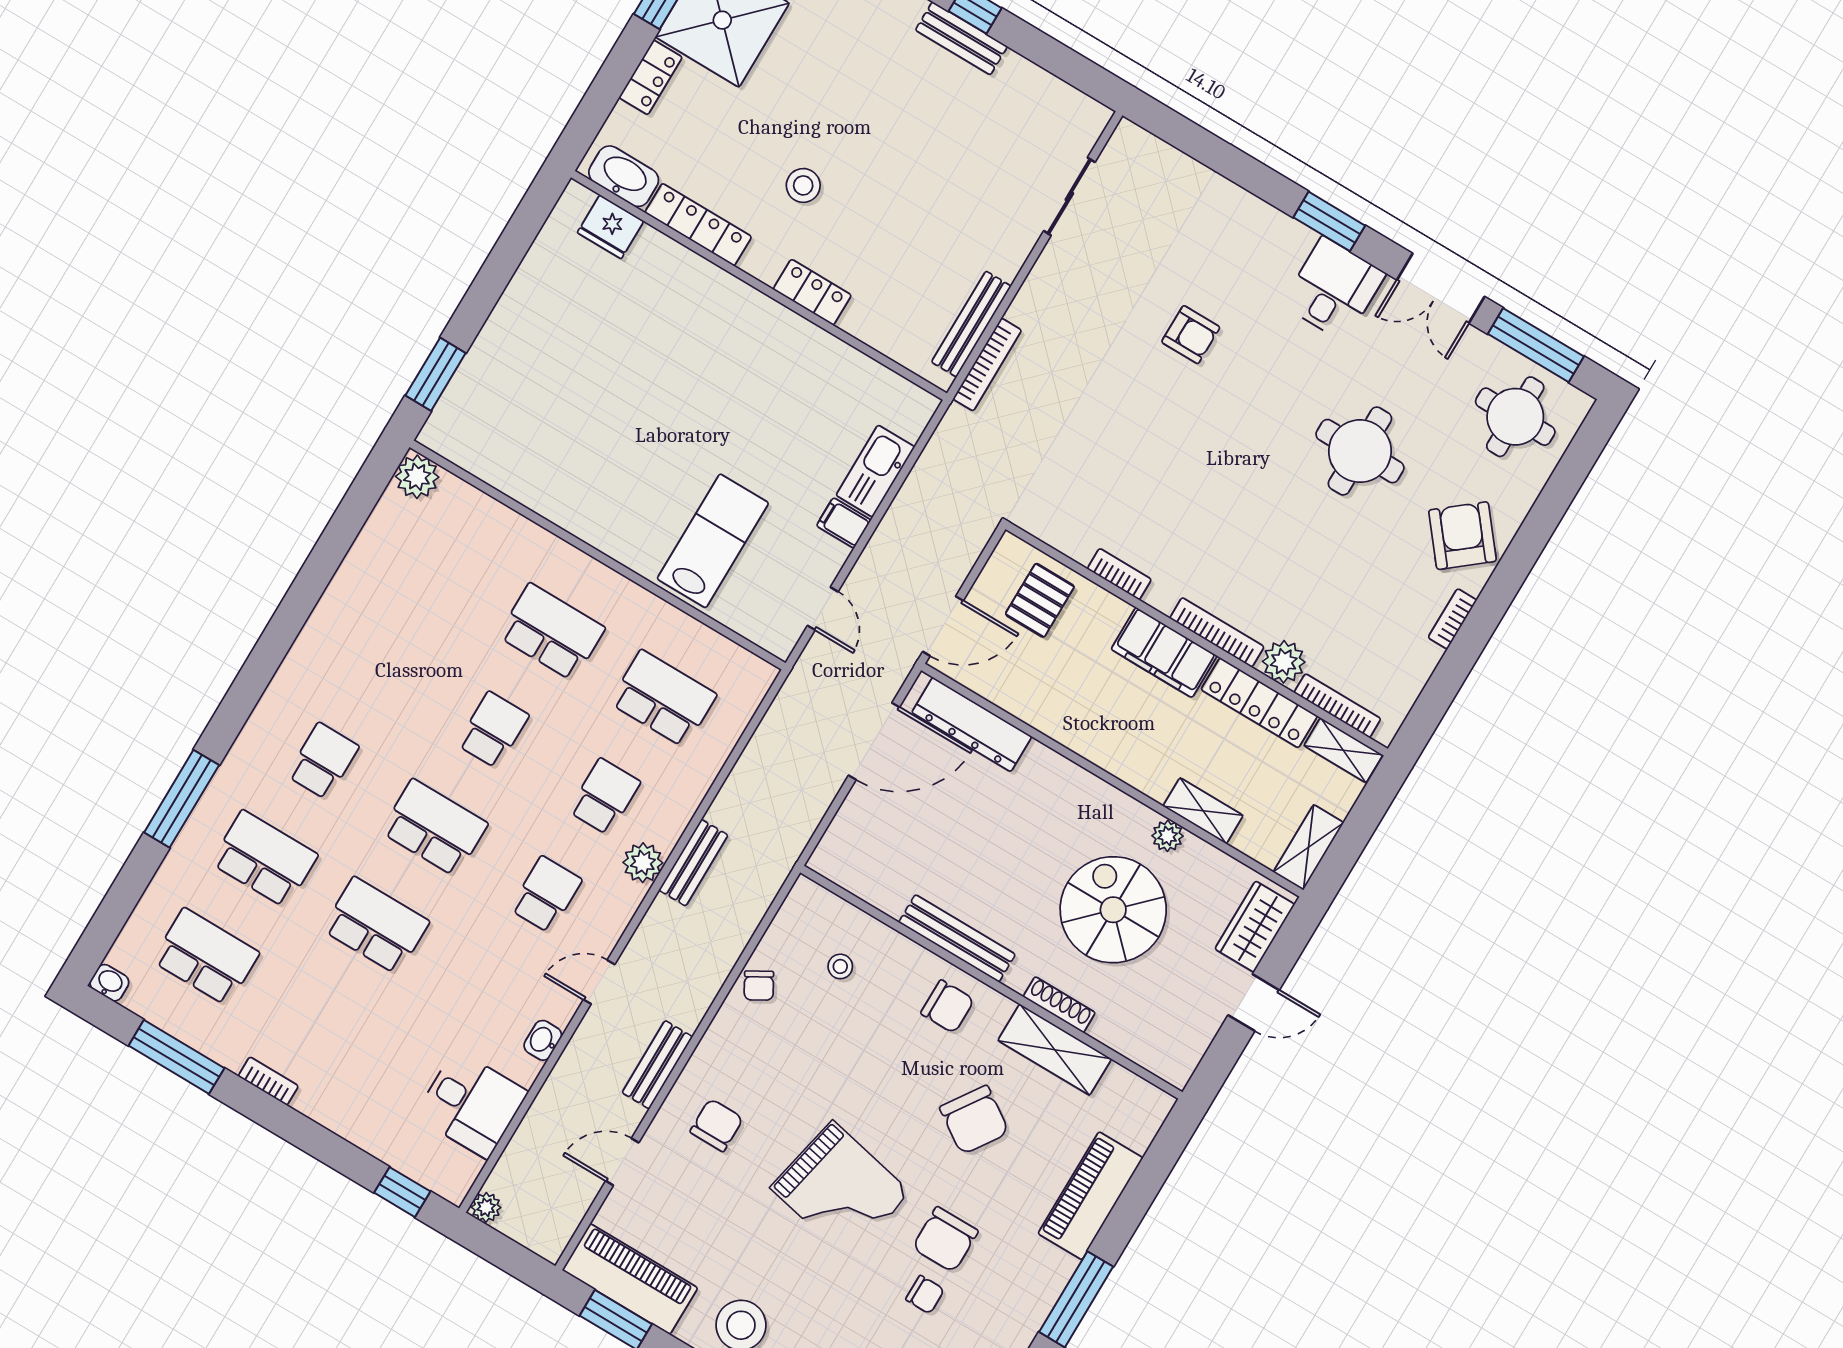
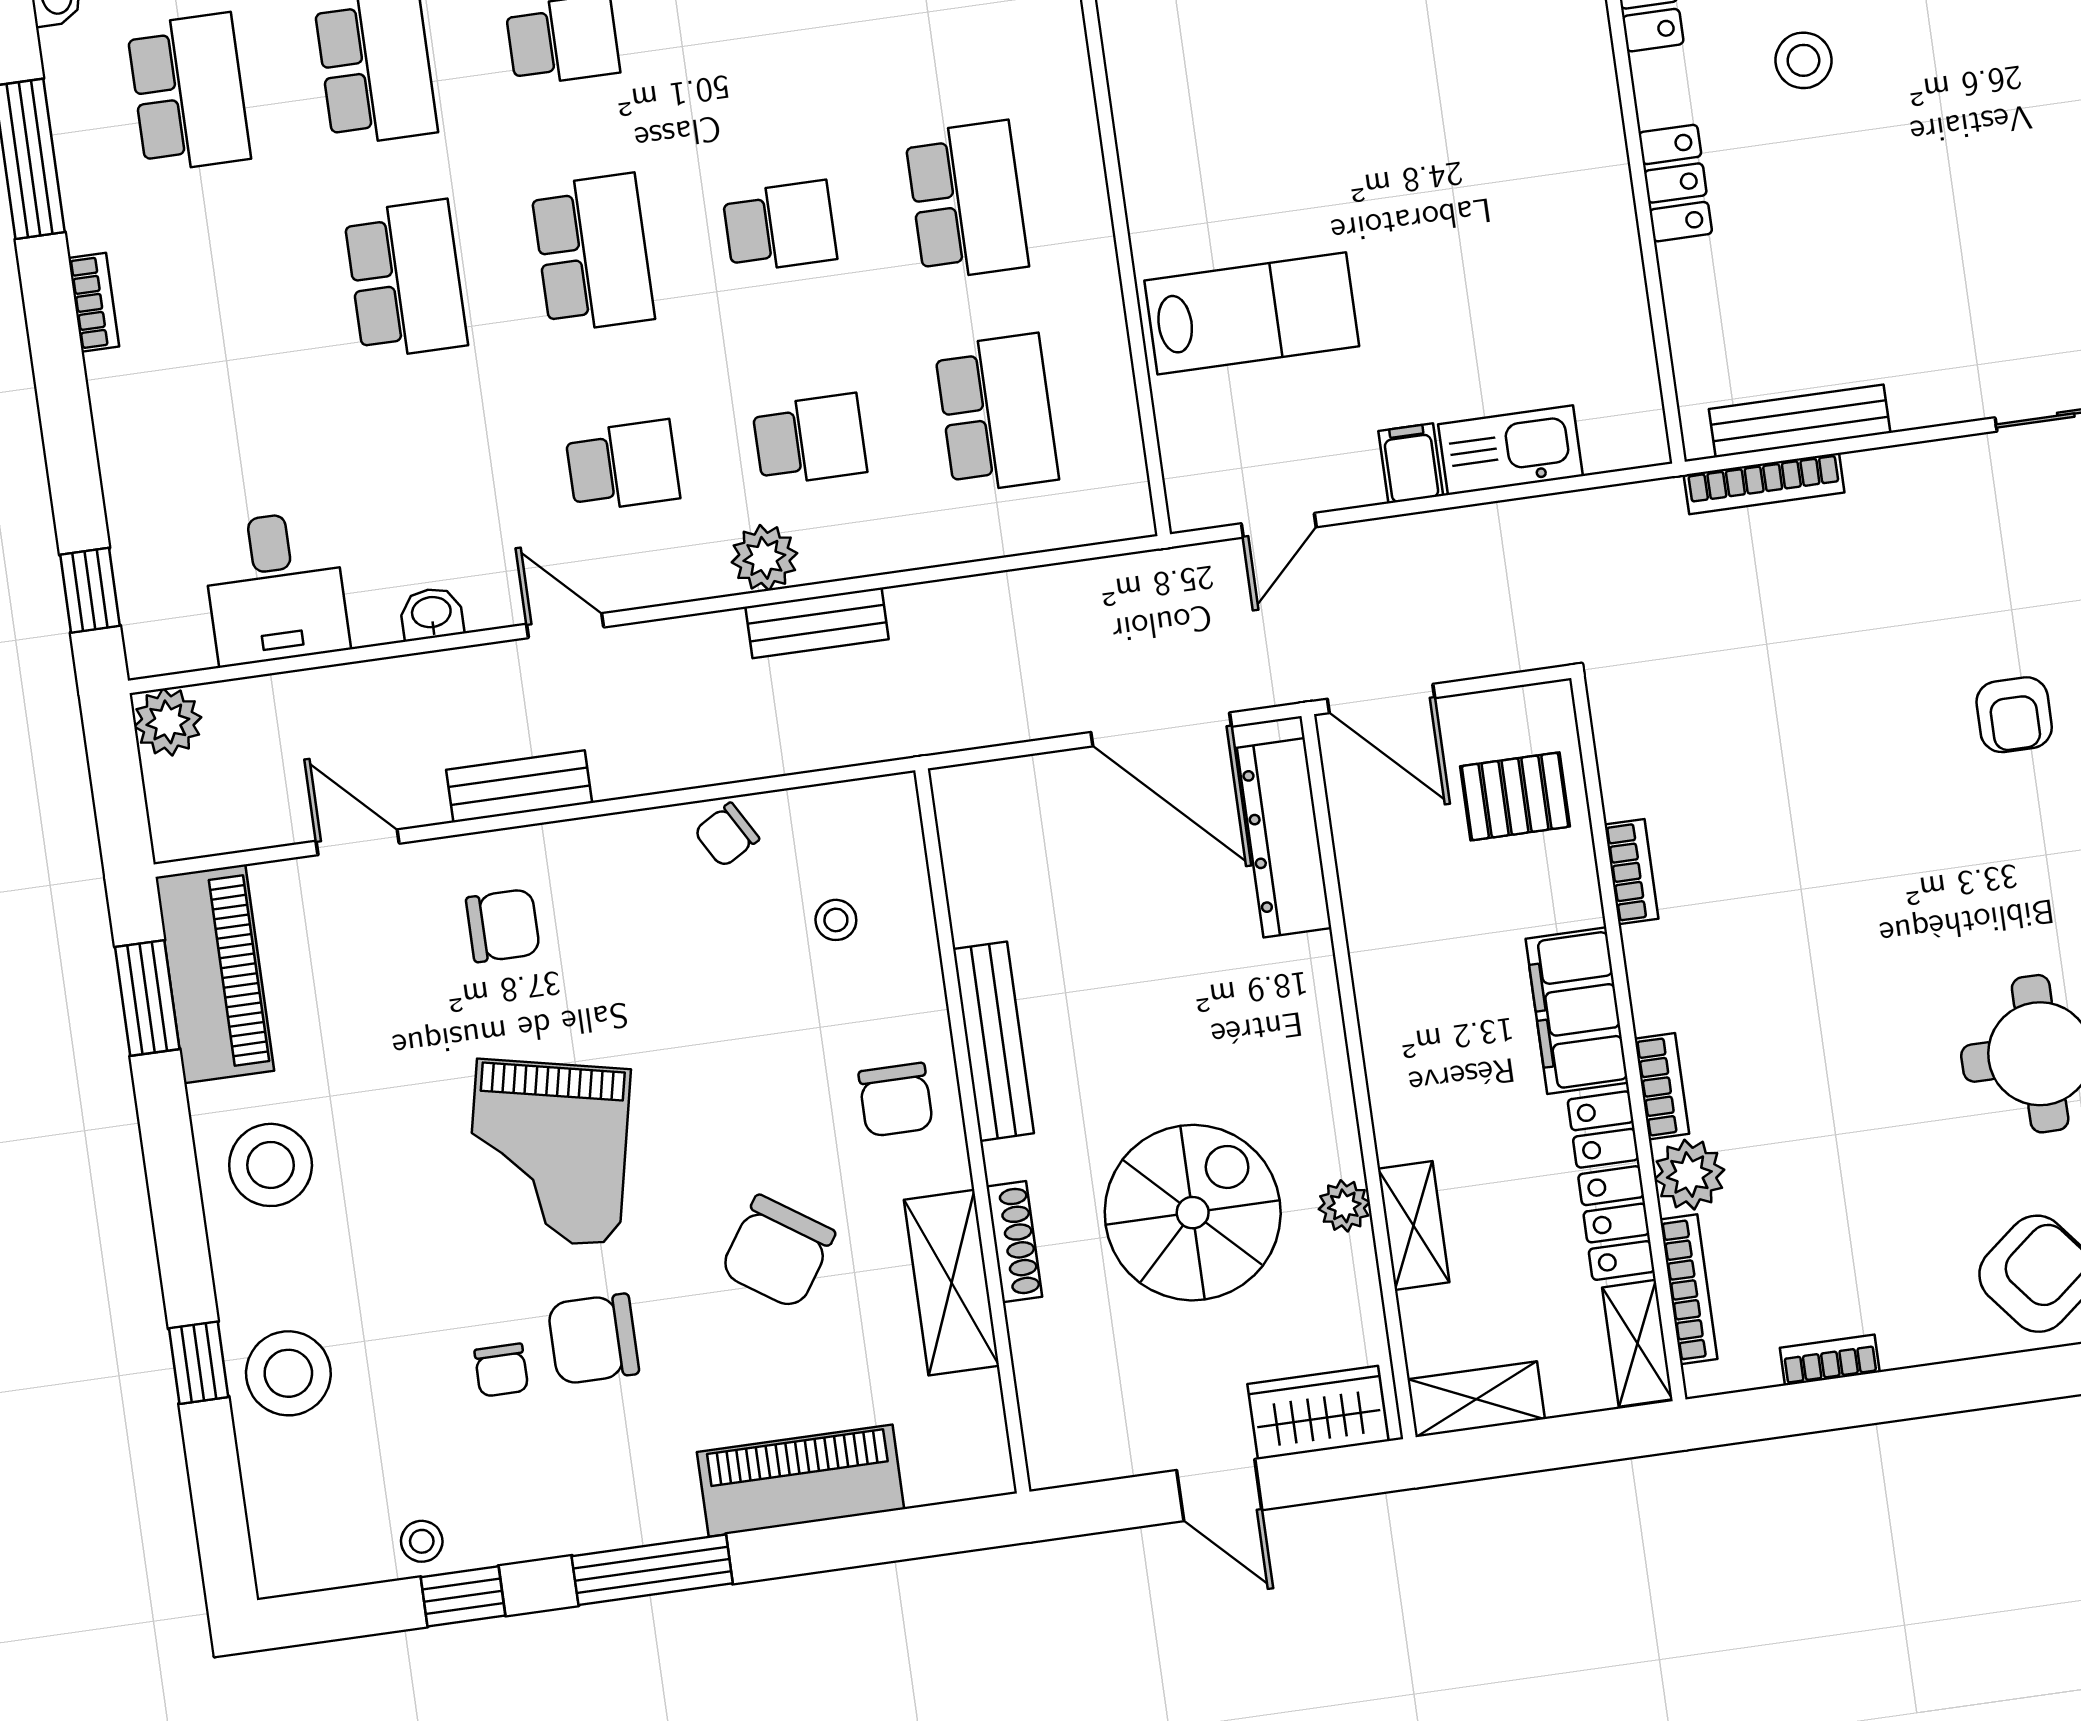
bookcase: (1452, 619) -> (1830, 1360), moved
bookcase: (1217, 632) -> (1662, 1086), width x0.64
plant: (486, 1207) -> (168, 722), width x1.38, depth x1.38

